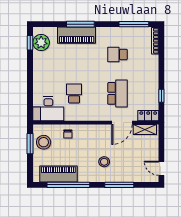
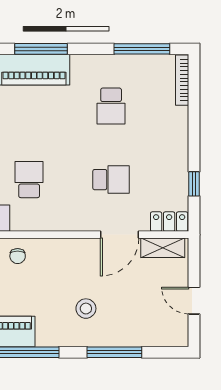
school desk: (117, 54) -> (111, 106), turned -90
school desk: (117, 93) -> (111, 180), width x0.54
door: (161, 168) -> (194, 301), moved

